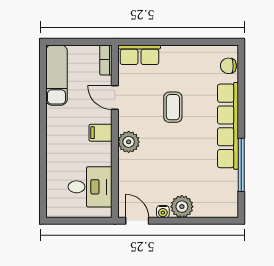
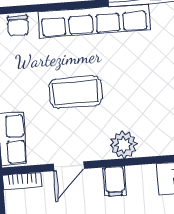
coffee table: (173, 107) -> (76, 92), width x1.36, depth x1.30

